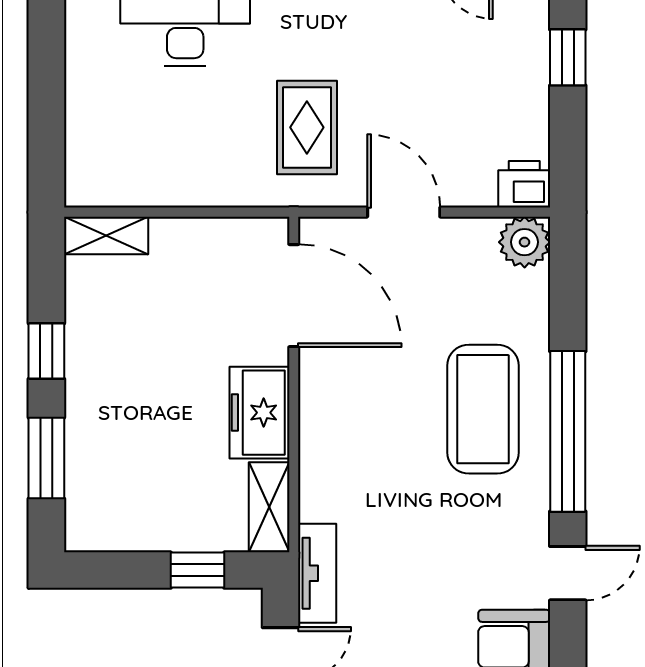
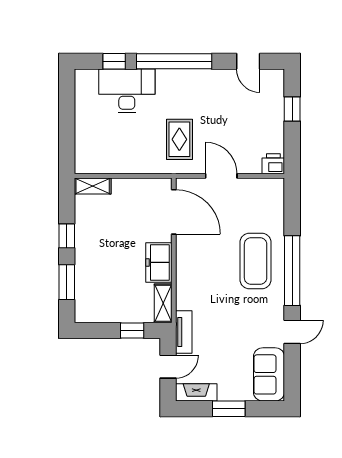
plant: (525, 242) -> (273, 189), removed

